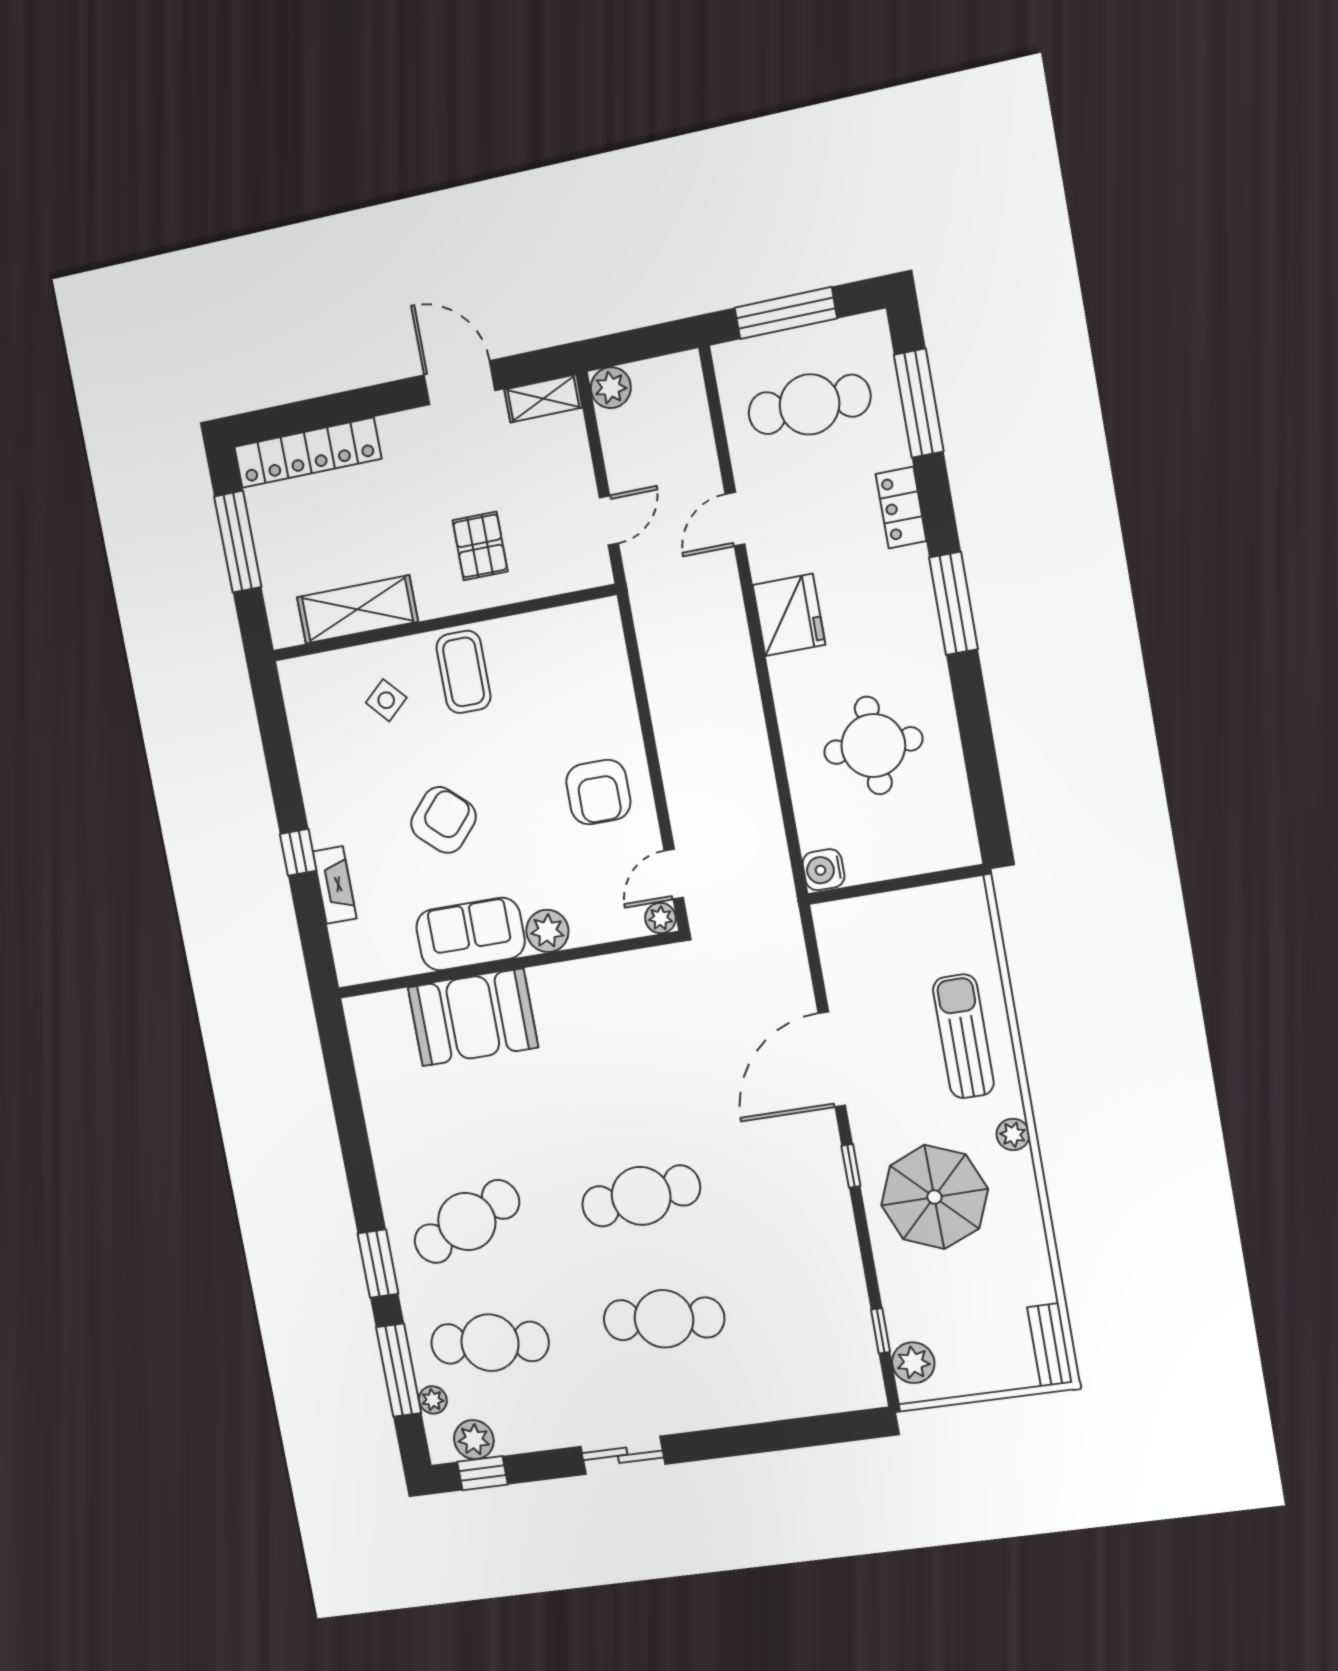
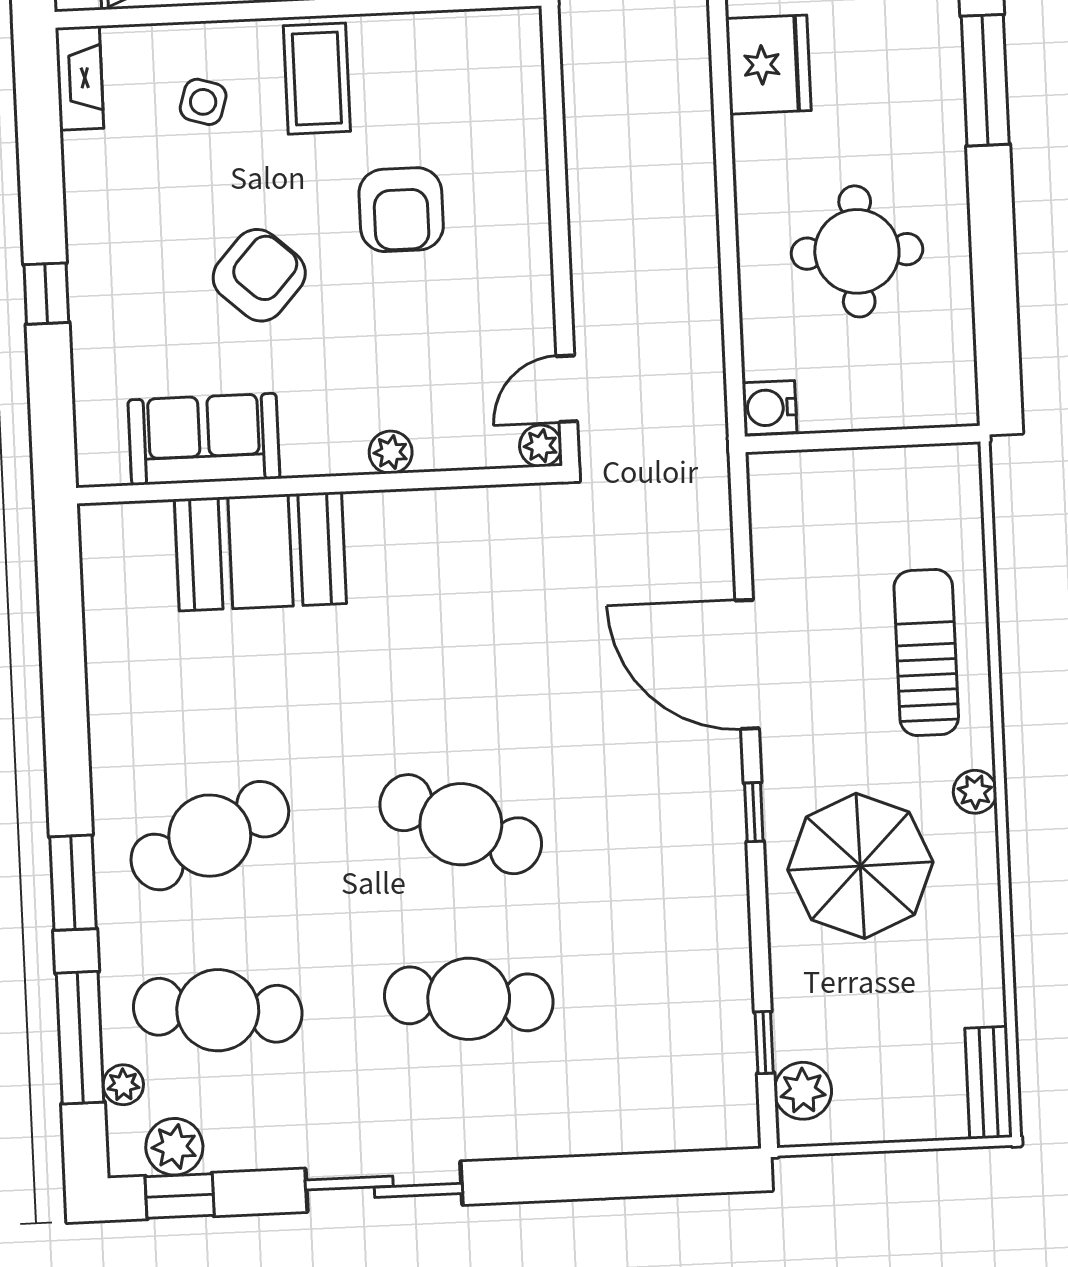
side table: (386, 700) -> (203, 102), turned -31
armchair: (598, 792) -> (401, 210), moved
fireplace: (335, 885) -> (79, 78), moved
plant: (547, 931) -> (391, 452), width x0.73, depth x0.73
sofa: (470, 934) -> (204, 439), moved
door: (832, 1059) -> (747, 664), hinge flipped
cafe table: (641, 1196) -> (461, 824), turned 30
sliding door: (623, 1455) -> (384, 1187), width x1.37

